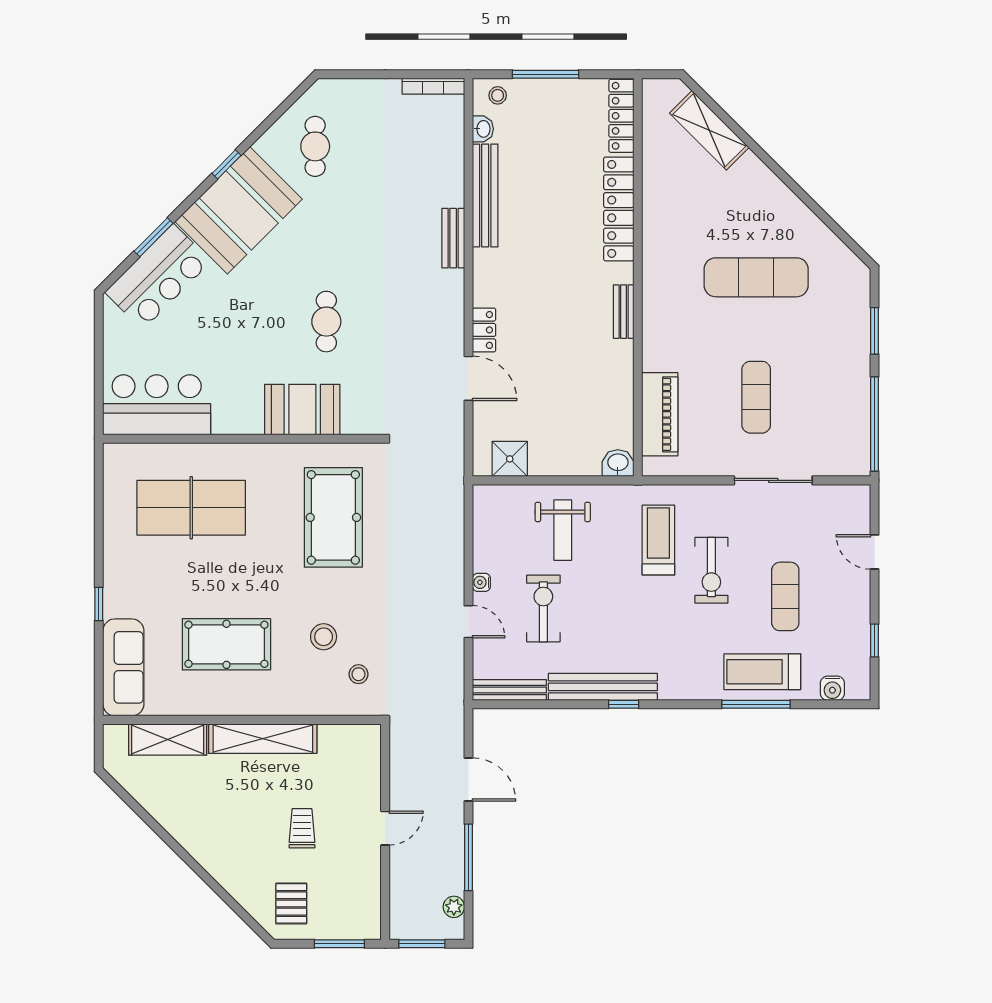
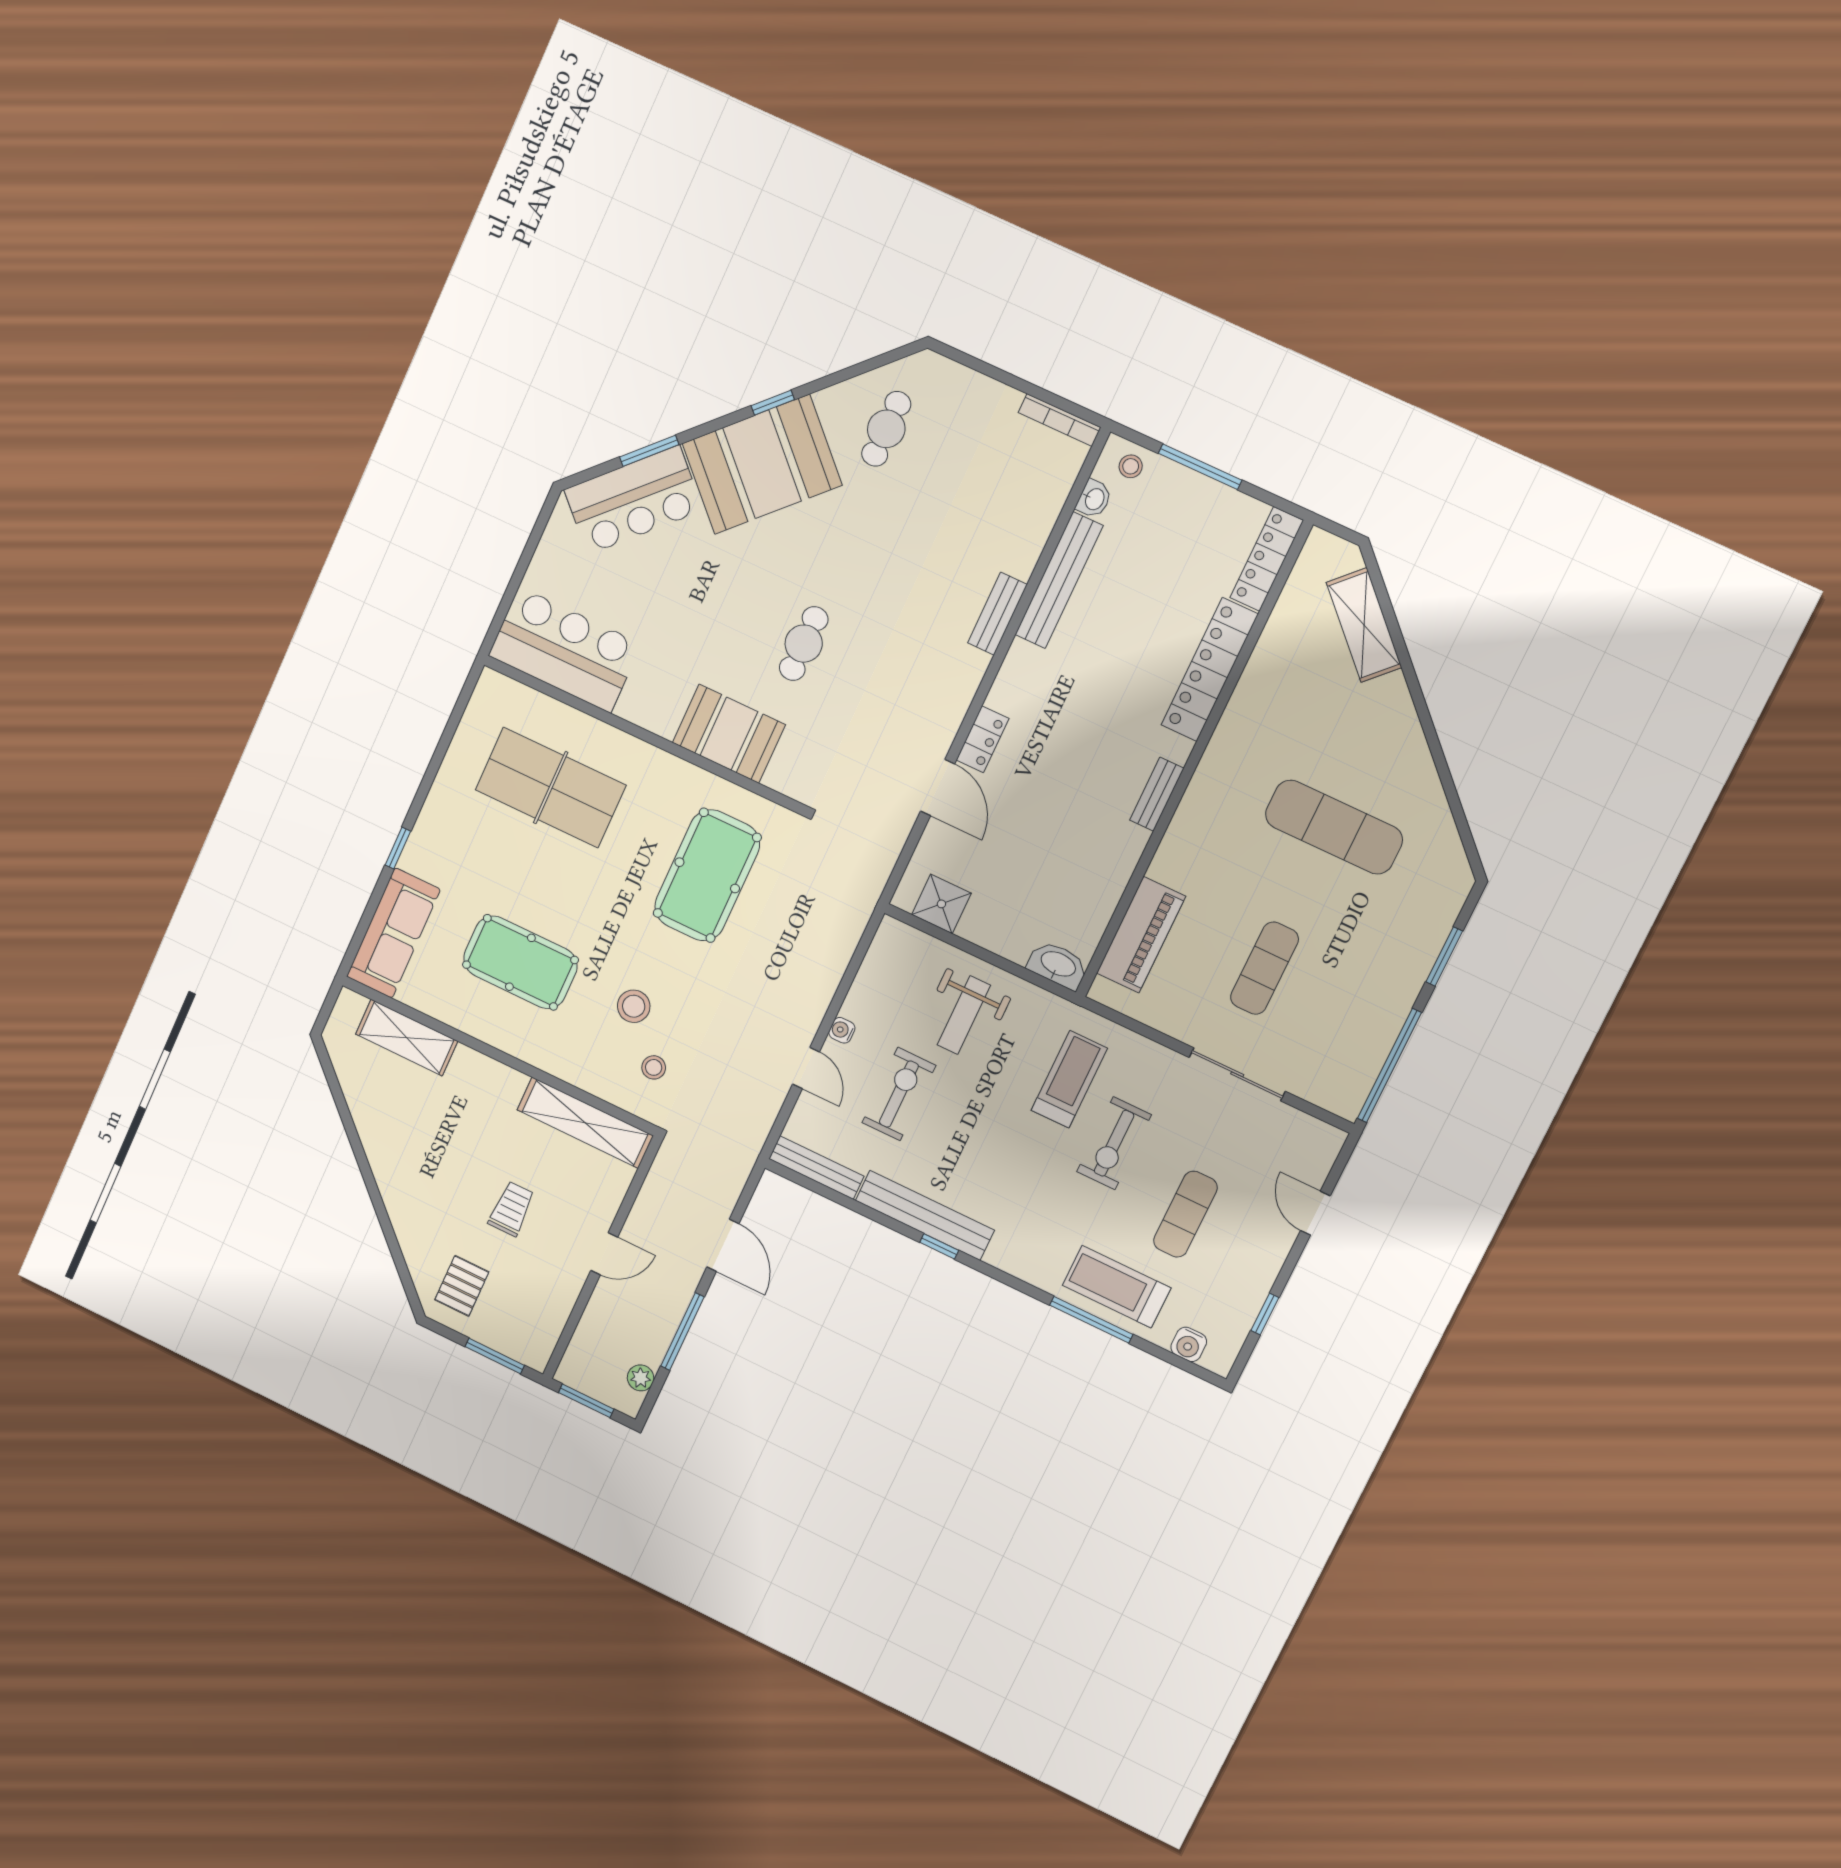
washbasin: (618, 463) -> (1058, 965), width x1.38
shelving: (263, 739) -> (585, 1123), moved

